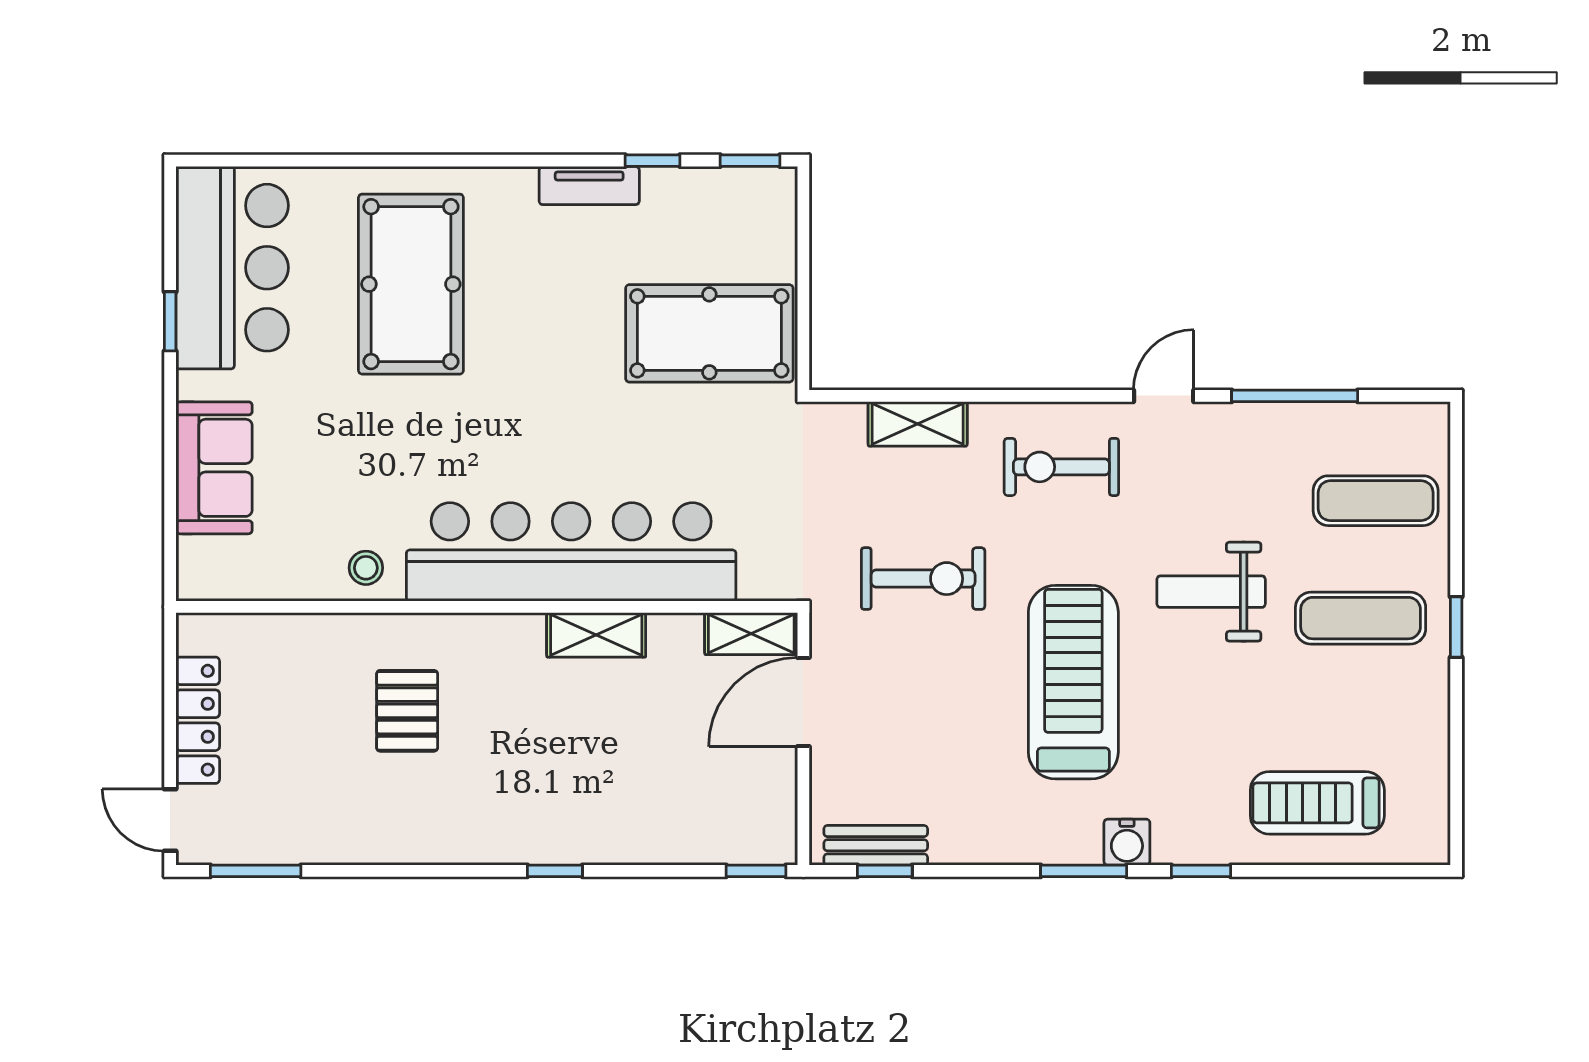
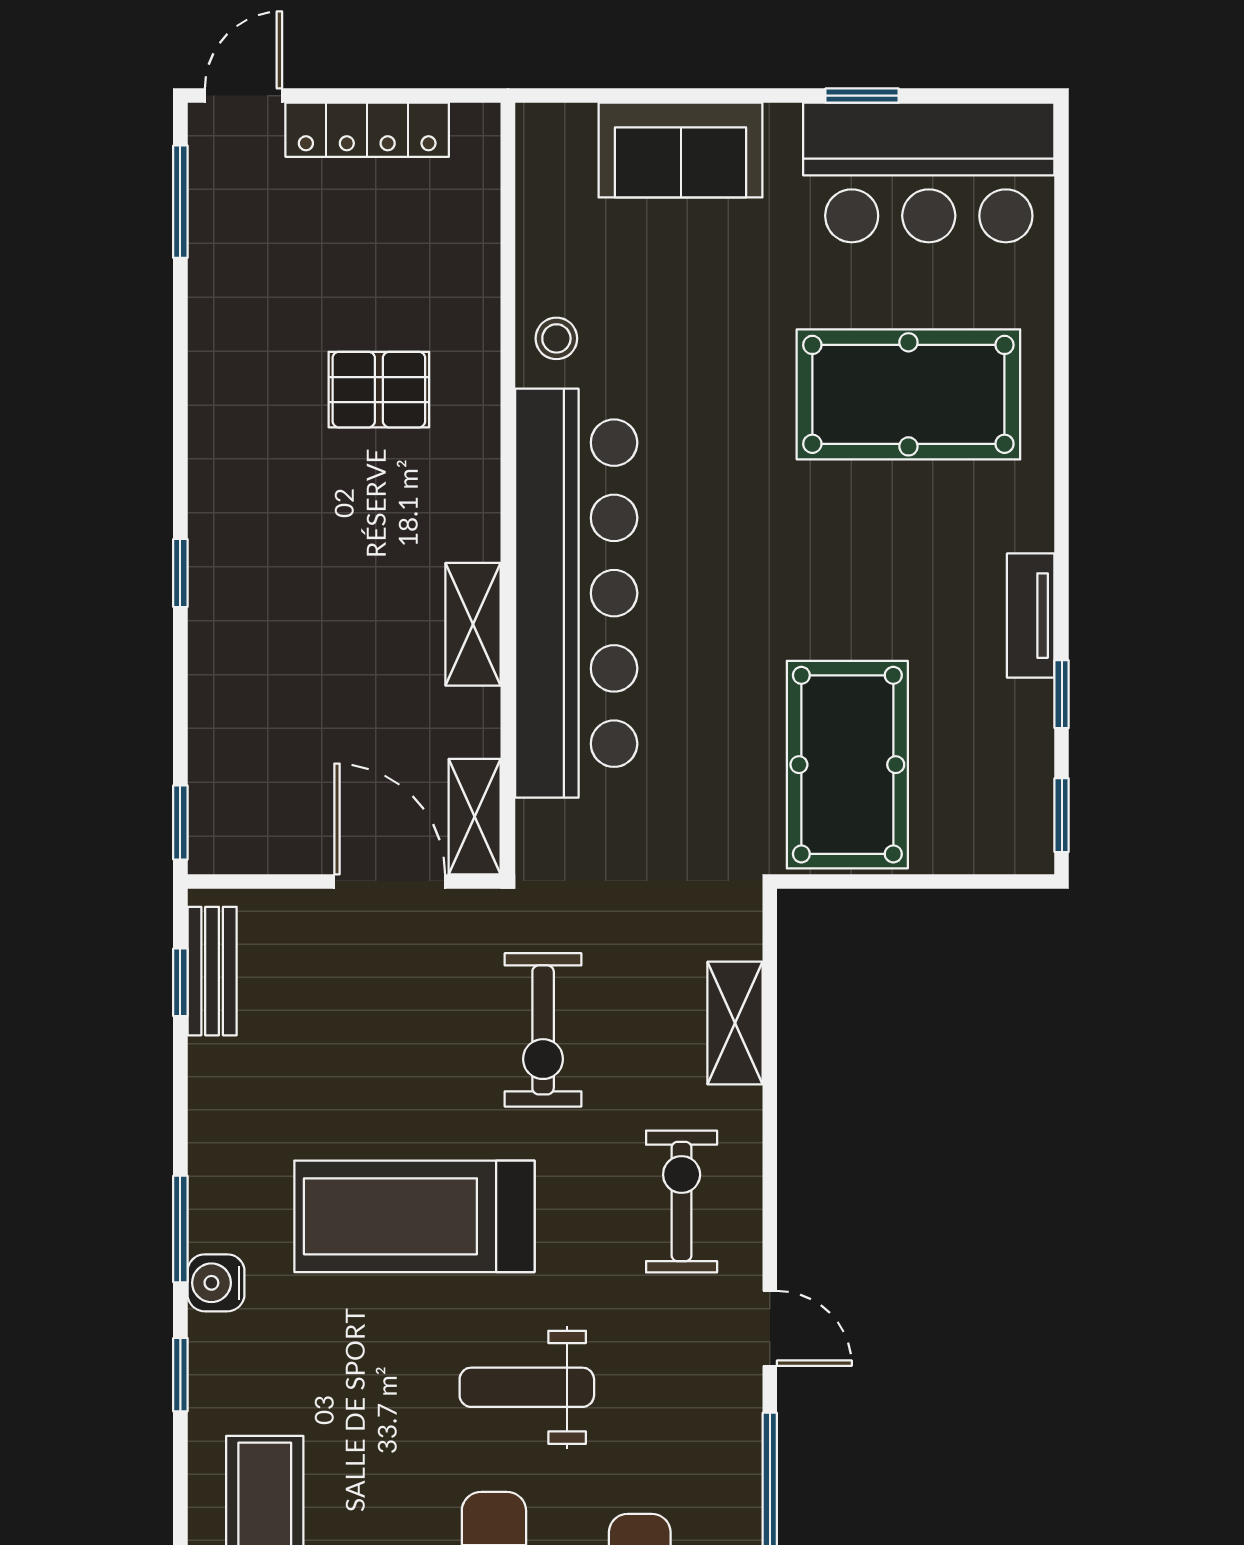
weight bench: (1211, 592) -> (527, 1387), turned -90
treadmill: (1073, 682) -> (414, 1216), turned 180

